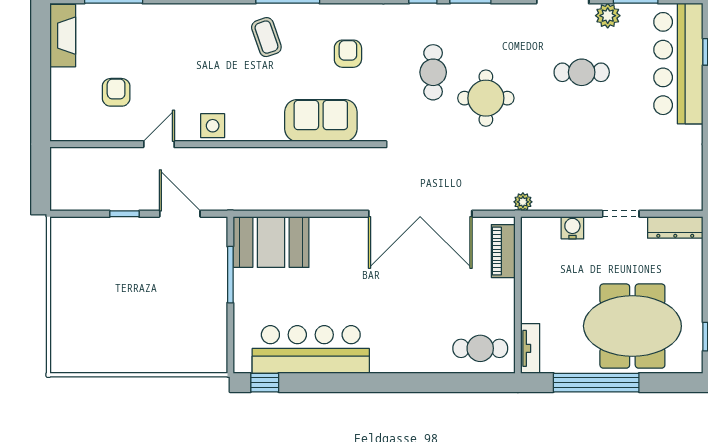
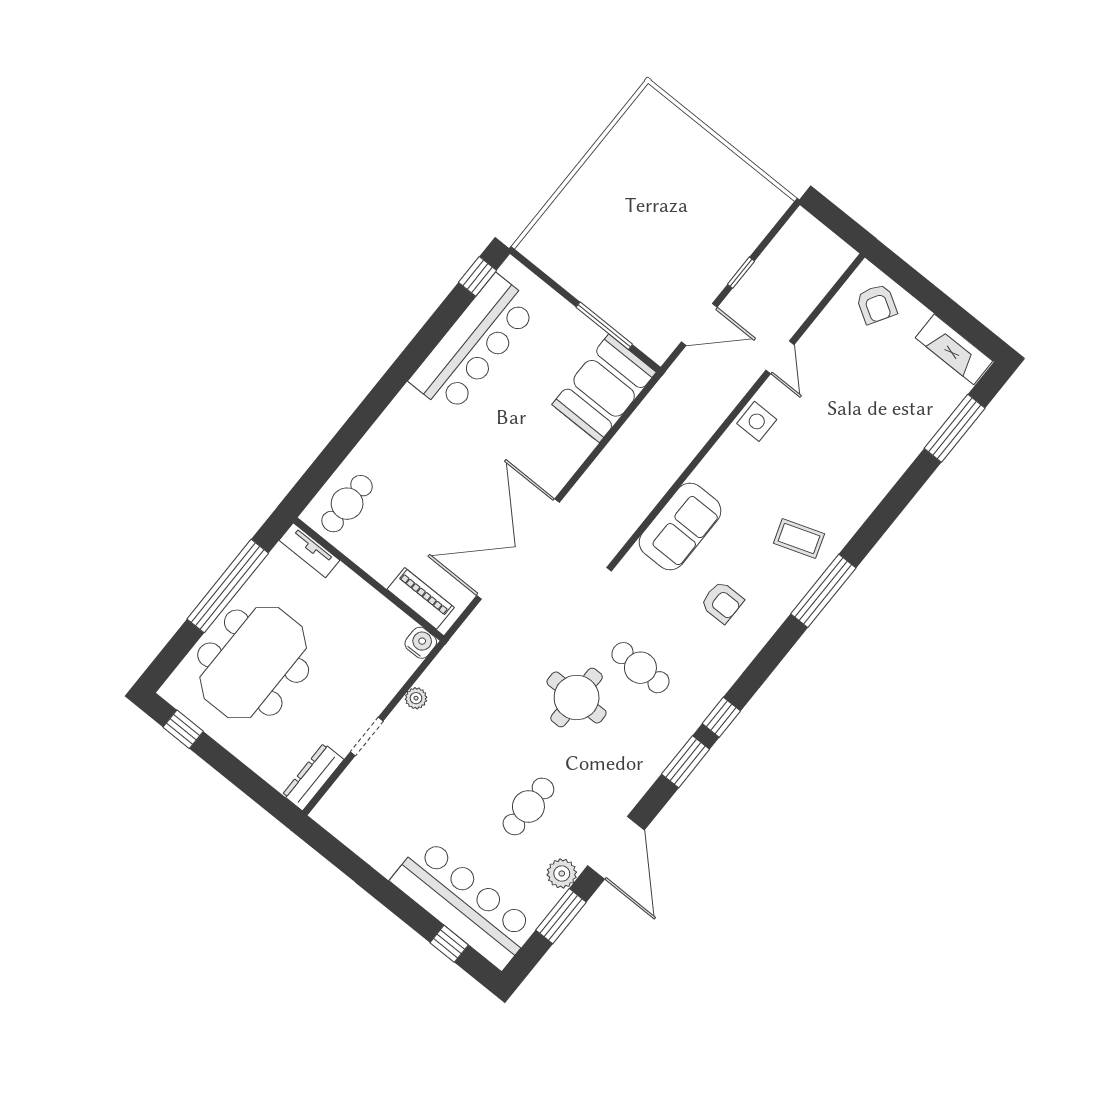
armchair: (116, 92) -> (877, 304), moved, turned 31
plant: (523, 202) -> (416, 698), moved
water cooler: (572, 228) -> (421, 643), moved, turned -90

